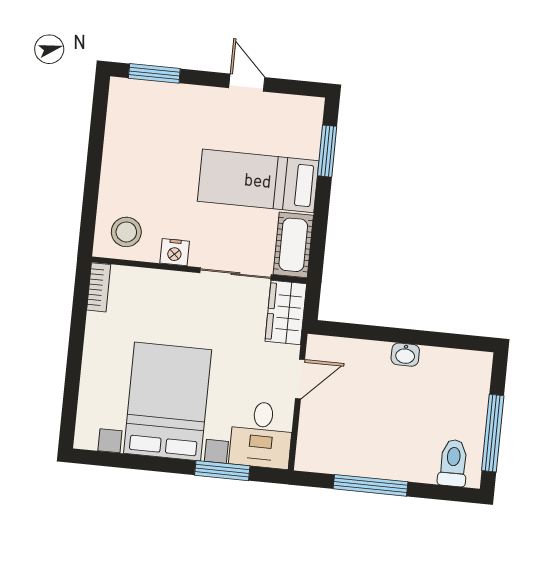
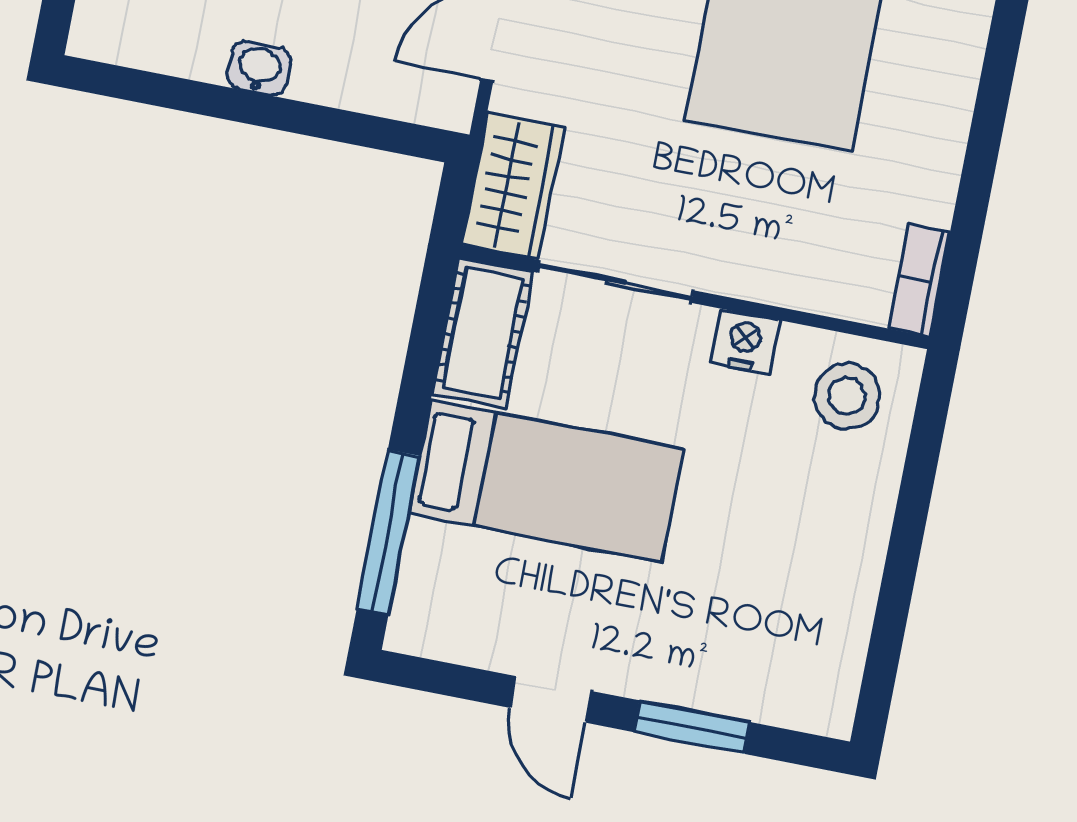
window: (154, 73) -> (692, 727), moved
window: (327, 151) -> (388, 532), width x1.44

